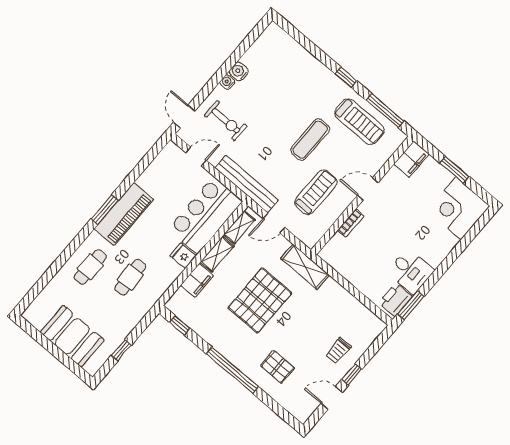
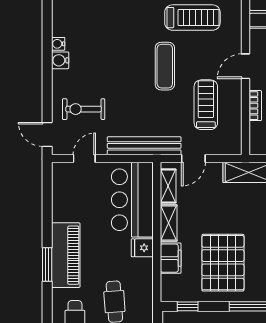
water cooler: (227, 82) -> (58, 44), moved
exercise bike: (226, 121) -> (84, 109), turned 180
pallet: (260, 300) -> (223, 263), moved

